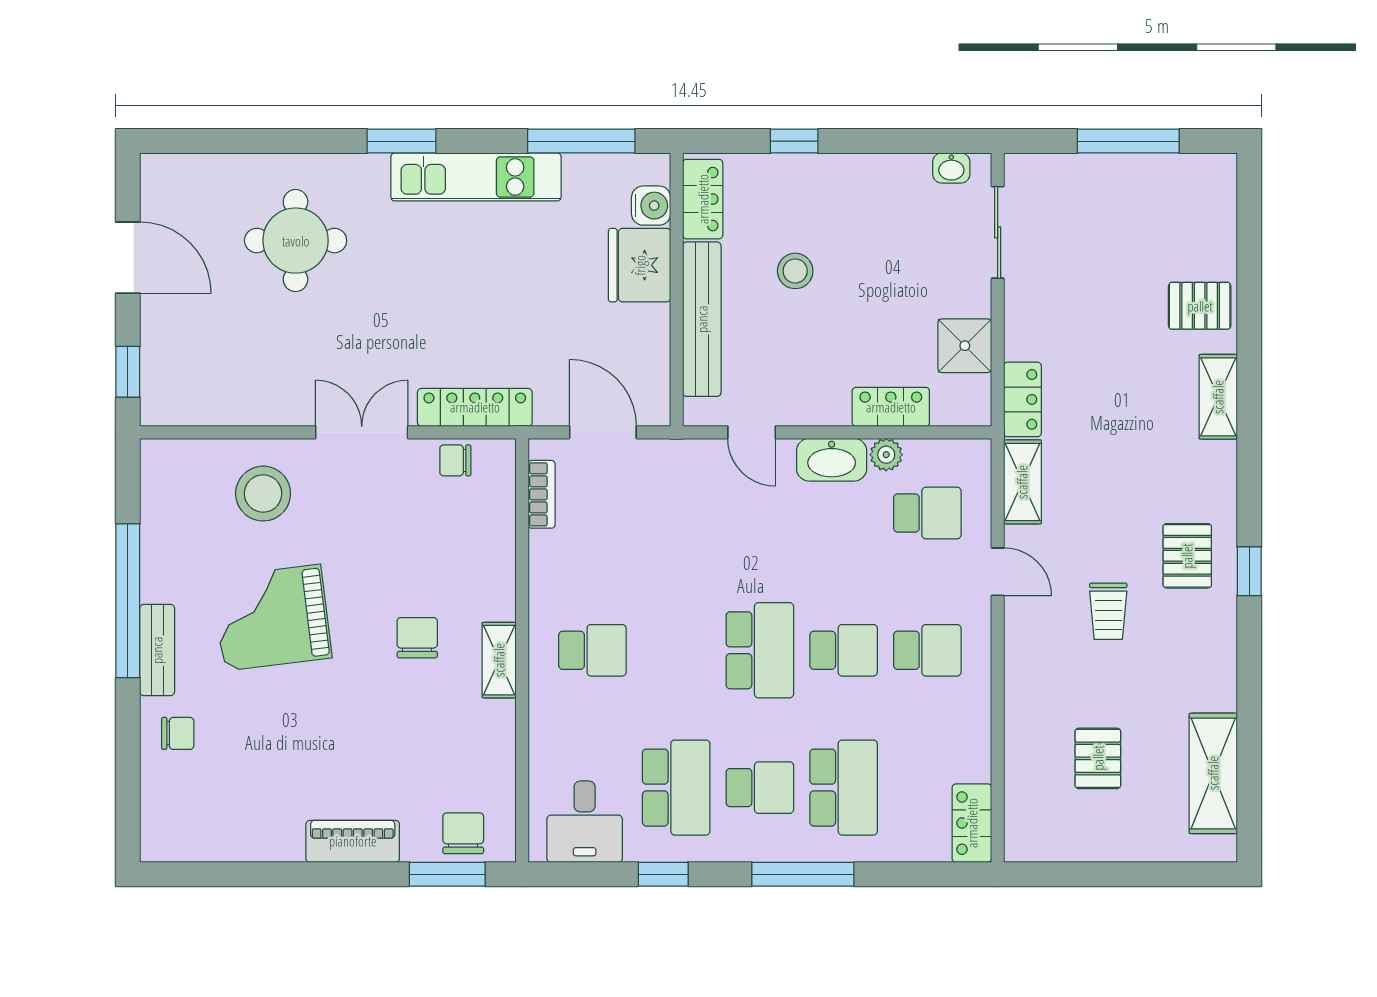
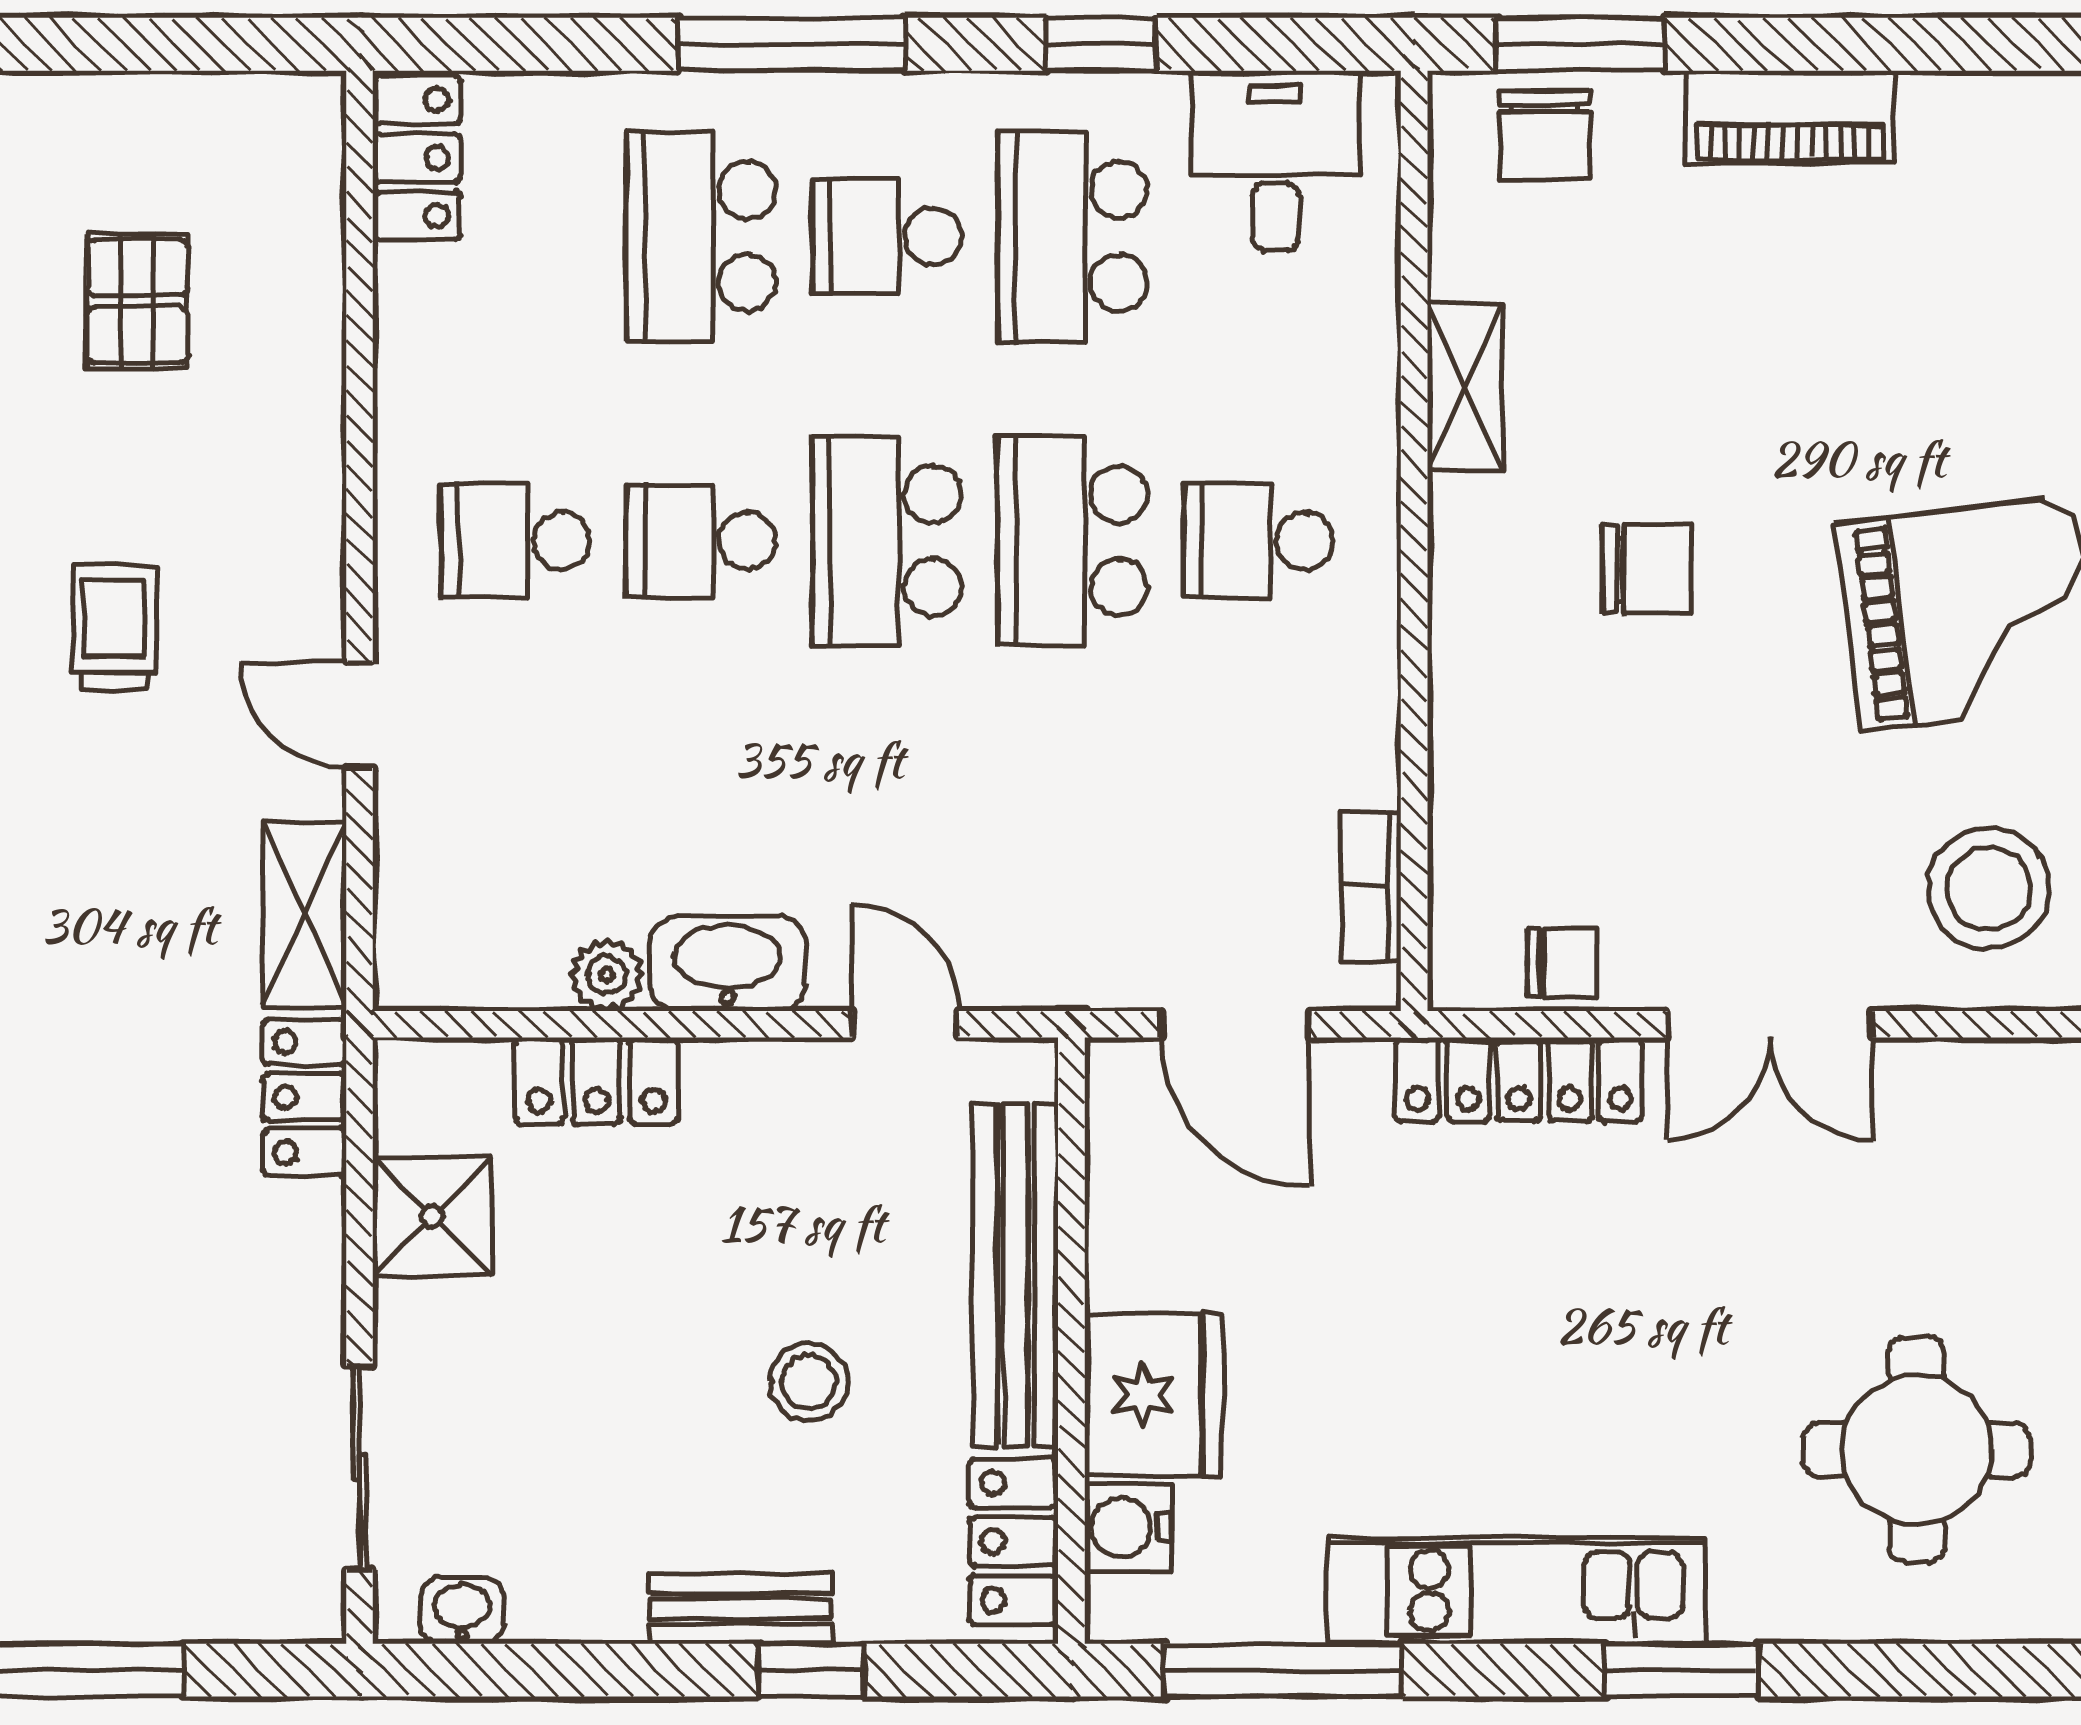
bench: (826, 169) -> (741, 1609), added
school desk: (927, 513) -> (1072, 541), moved, width x1.85
chair: (417, 638) -> (1647, 569), turned -90
shelving: (499, 660) -> (1465, 387), moved

